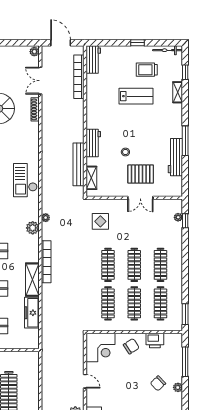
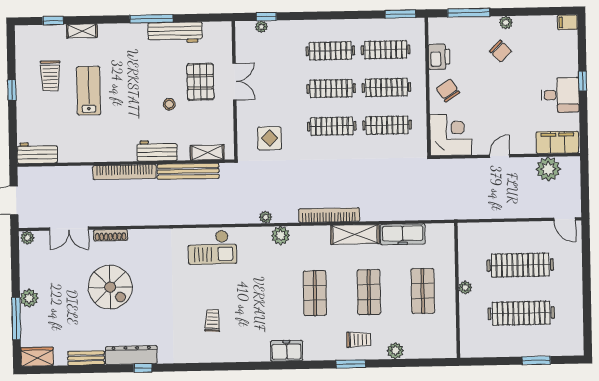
bicycle: (168, 50) -> (22, 47), removed
bookcase: (79, 77) -> (124, 172), moved

